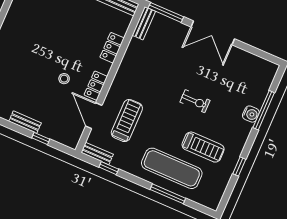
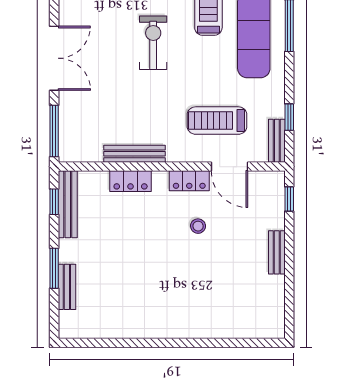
bench: (144, 23) -> (135, 154), moved, width x1.36
exercise bike: (195, 101) -> (153, 43), width x1.38, depth x1.39
door: (94, 116) -> (230, 167), hinge flipped
window: (41, 139) -> (289, 199), moved

